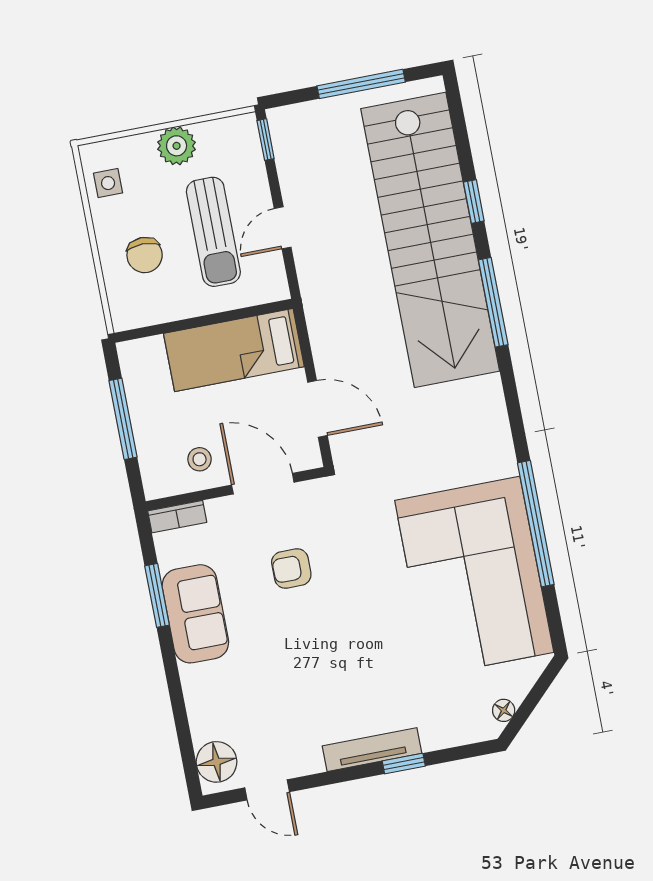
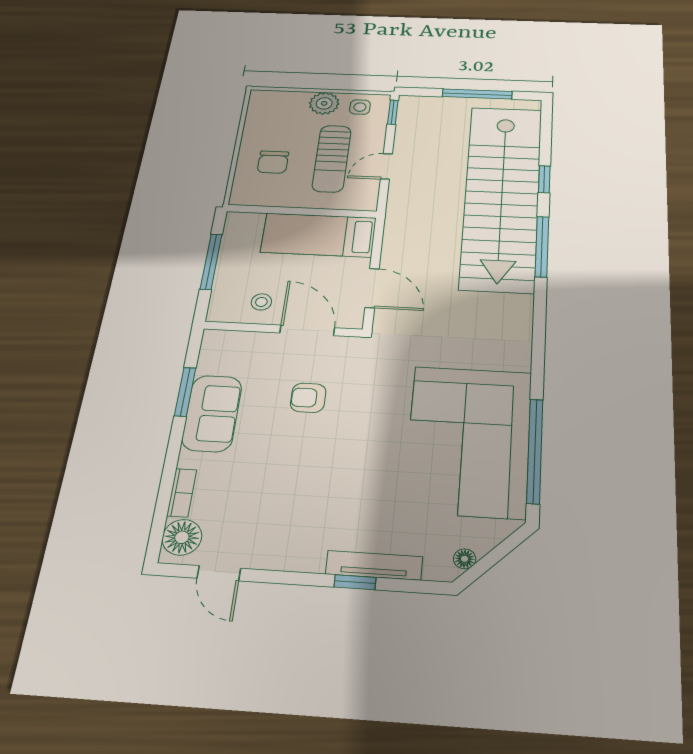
side table: (108, 183) -> (360, 107), moved
bookcase: (177, 517) -> (182, 493), moved, turned -90
window: (536, 524) -> (535, 451), moved
tv unit: (372, 750) -> (374, 565), moved

